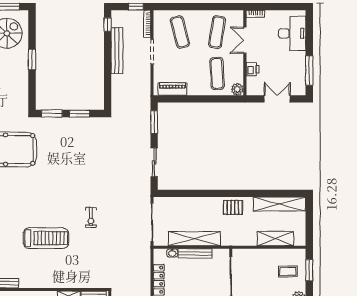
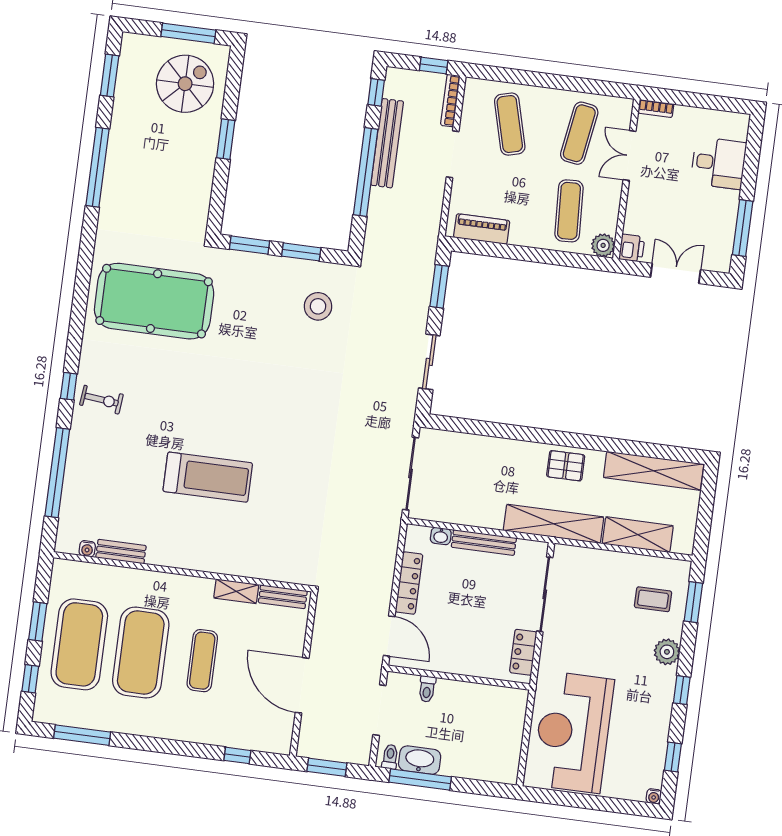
desk: (292, 33) -> (719, 163), width x0.73
window: (108, 67) -> (366, 172), added
printer: (252, 69) -> (632, 248), moved
stool: (92, 141) -> (318, 306), added
exercise bike: (91, 217) -> (297, 449), removed
shelving: (194, 239) -> (553, 524), moved

